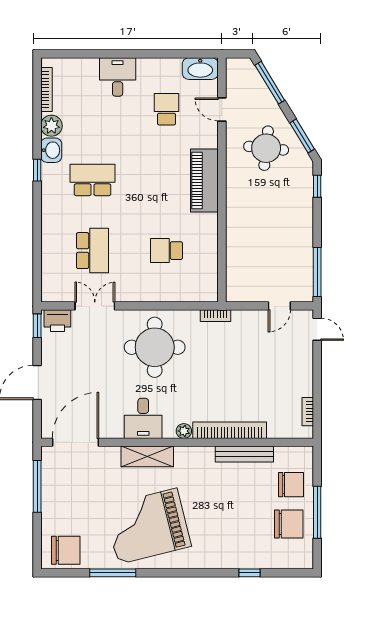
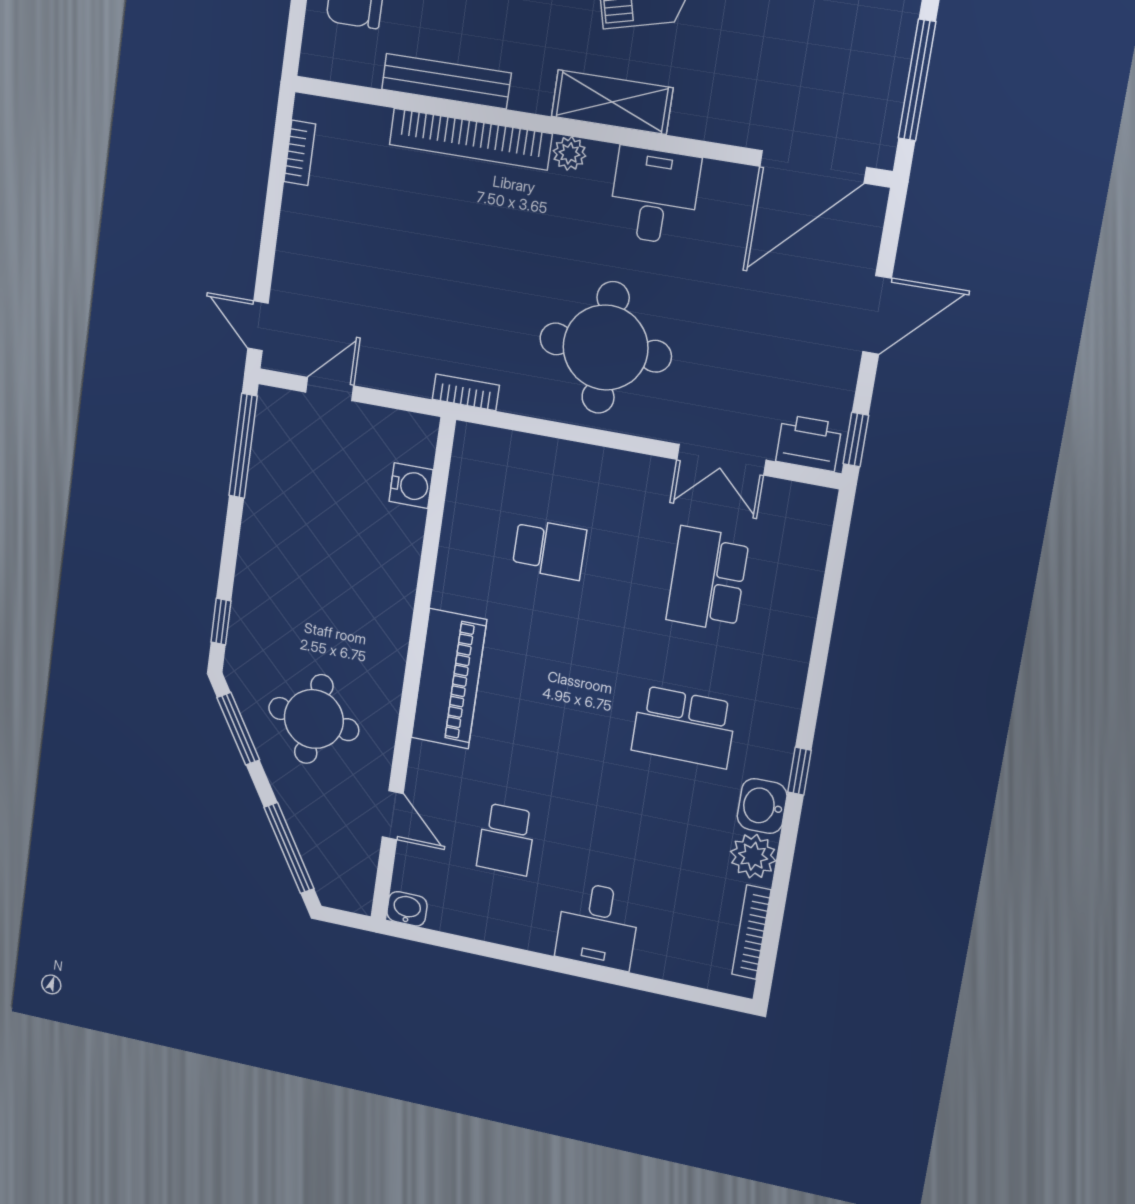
washbasin: (200, 69) -> (407, 909), width x0.52, depth x0.69
water cooler: (235, 268) -> (411, 486), added
shelving: (147, 456) -> (612, 102), moved

